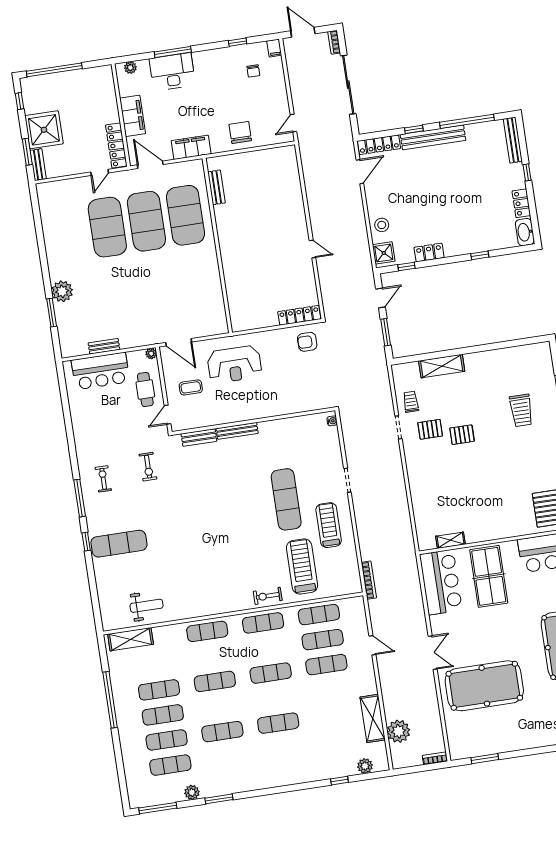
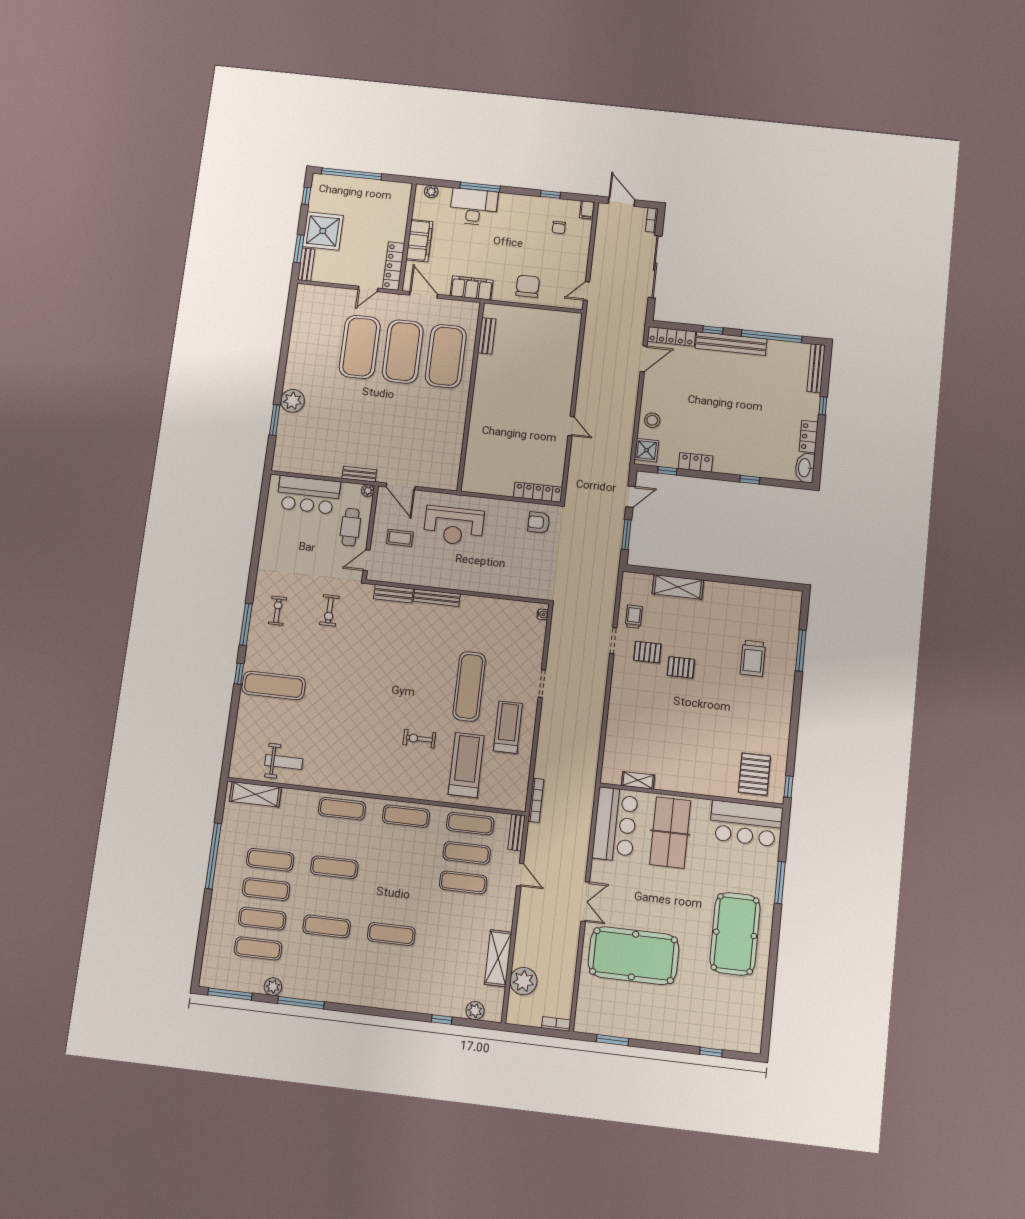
bench: (104, 346) -> (359, 474), moved
exercise bike: (268, 596) -> (419, 739), moved
bench: (360, 611) -> (517, 833), added
exercise mat: (271, 673) -> (399, 875), removed
window: (219, 799) -> (301, 1003), width x1.44

